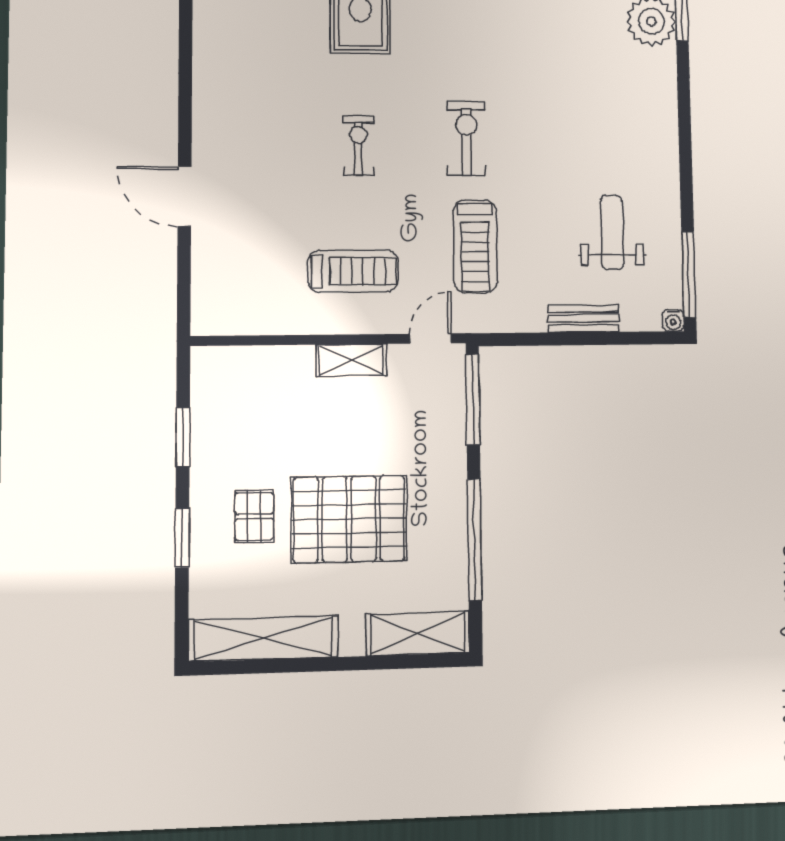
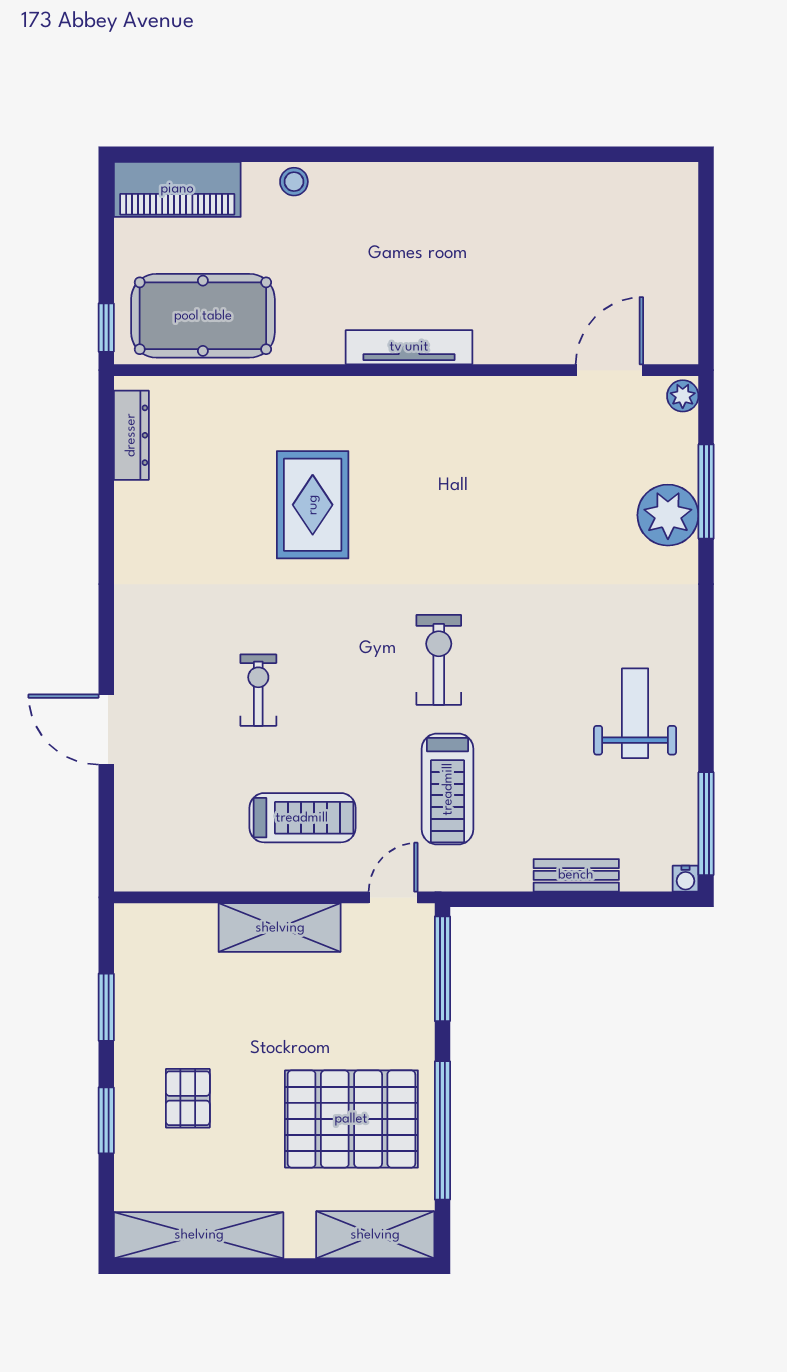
exercise bike: (358, 146) -> (258, 690), moved
weight bench: (612, 232) -> (635, 713), moved
shelving: (351, 360) -> (280, 928), width x1.50, depth x1.33
pallet: (349, 519) -> (351, 1119), moved

